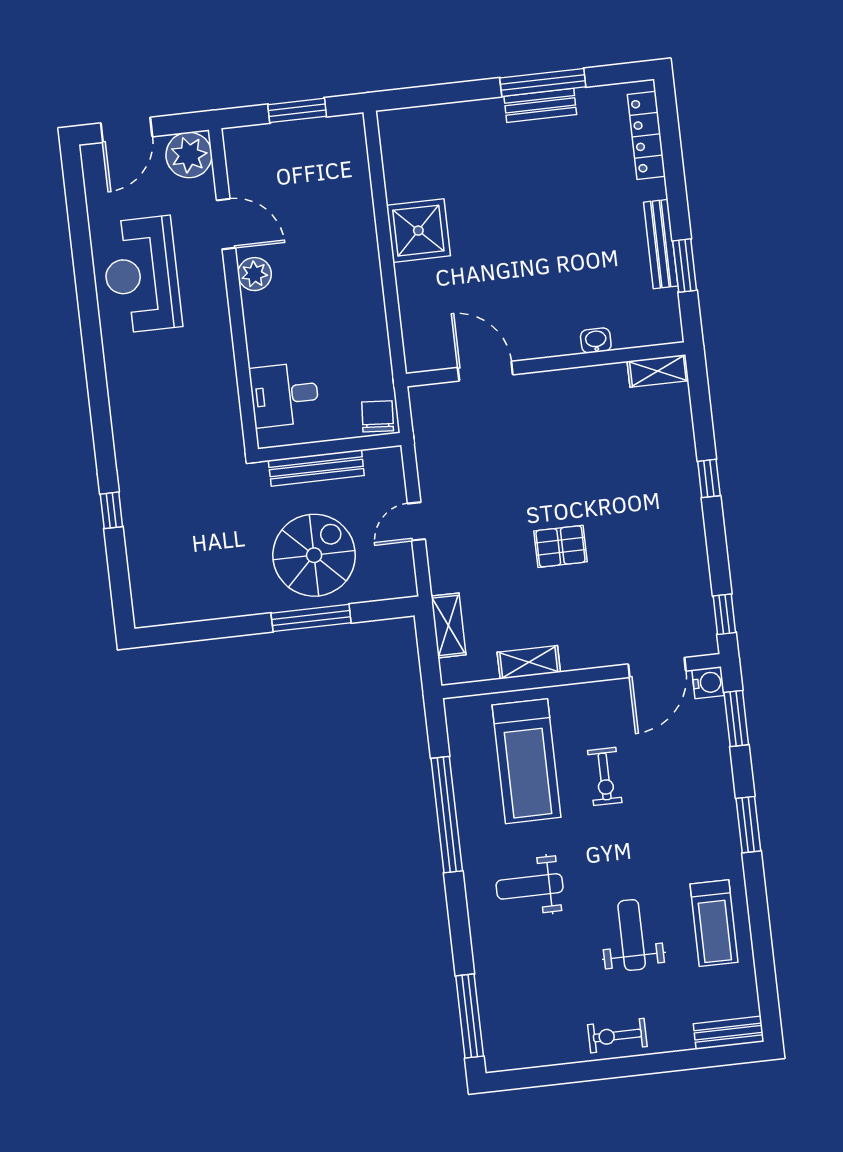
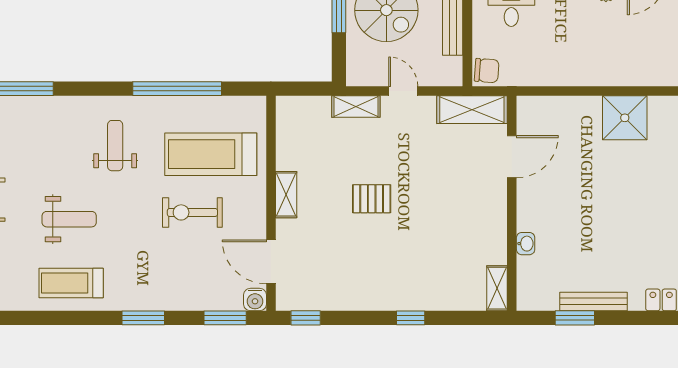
shelving: (430, 430) -> (472, 110), added
pallet: (561, 546) -> (372, 199), turned 90
shelving: (448, 625) -> (356, 106), moved
shelving: (529, 662) -> (286, 195), moved
exercise bike: (605, 776) -> (192, 212), width x1.38, depth x1.39

